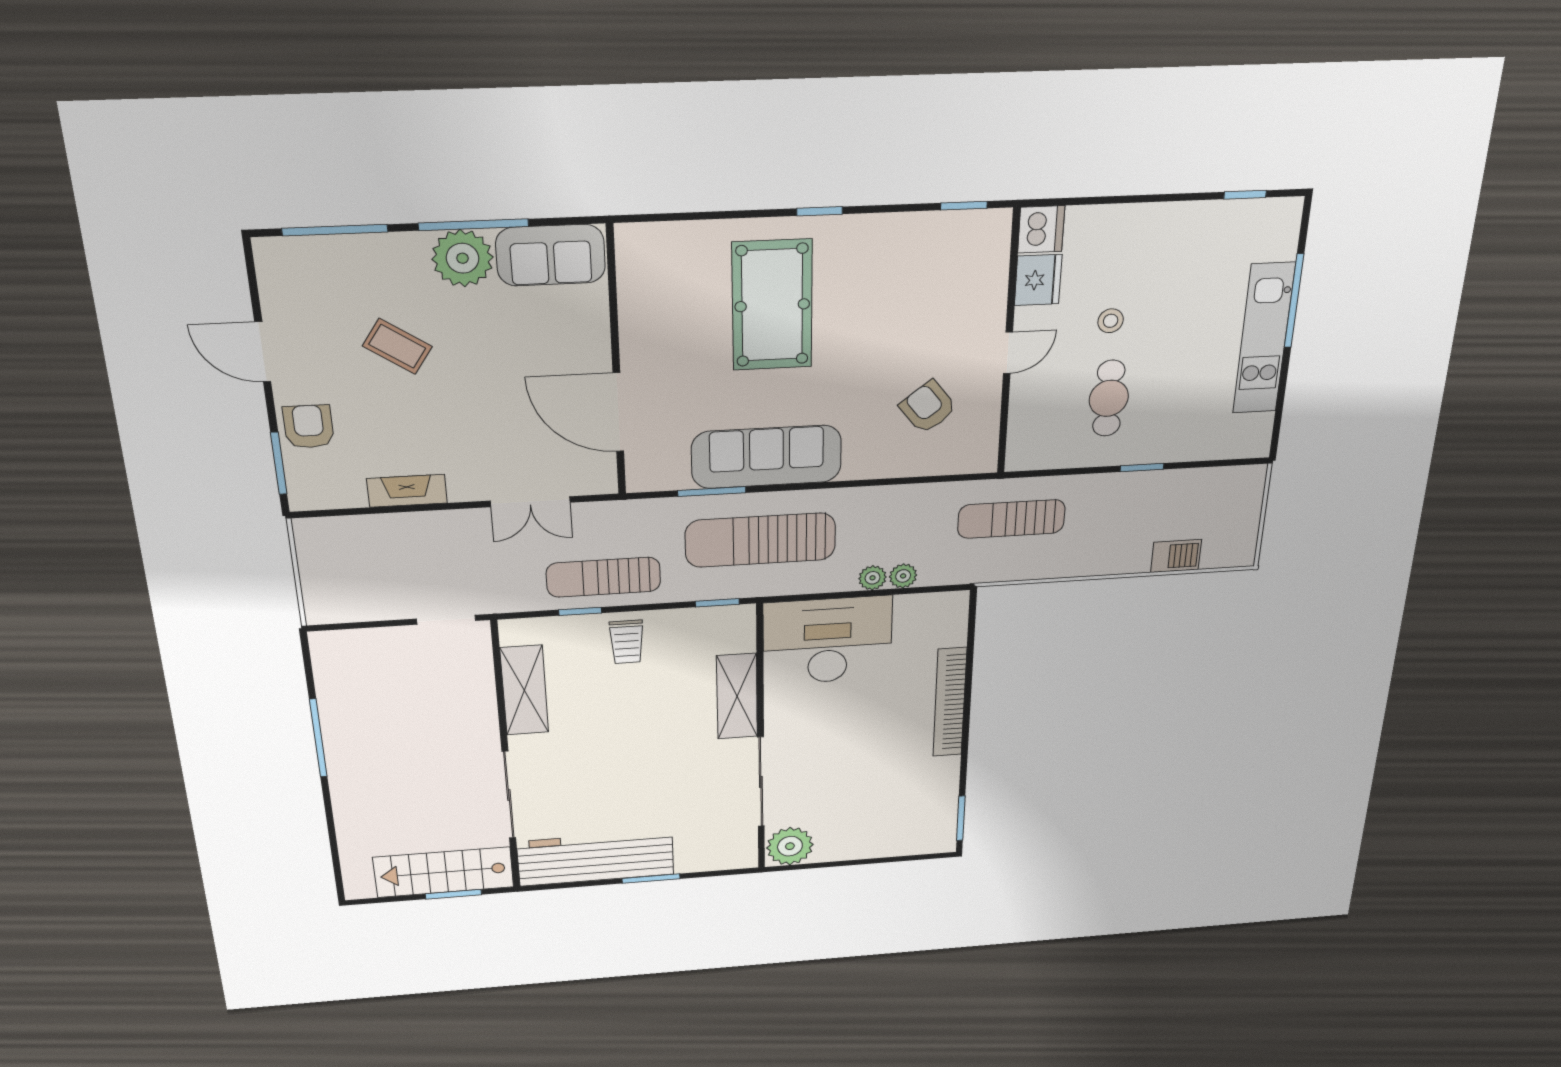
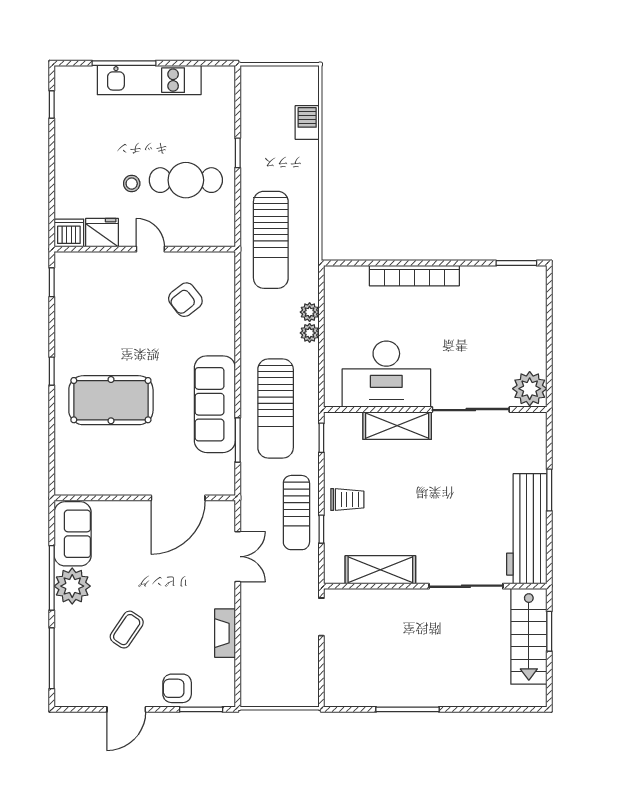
cafe table: (1109, 398) -> (186, 180), width x1.37, depth x1.35
sun lounger: (1011, 519) -> (271, 240), width x1.36, depth x1.34
desk: (828, 641) -> (386, 374), moved, turned -90

